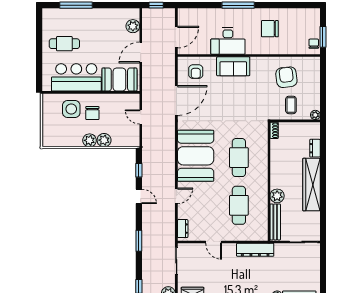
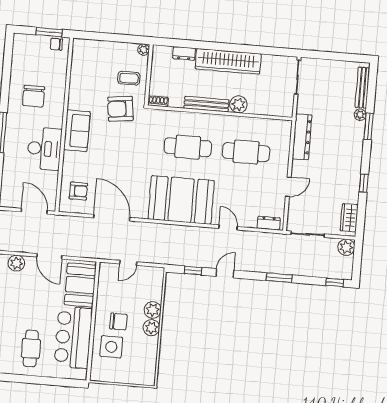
sofa: (233, 66) -> (77, 131), moved
armchair: (286, 77) -> (120, 109), moved
bench: (275, 222) -> (206, 104), moved

